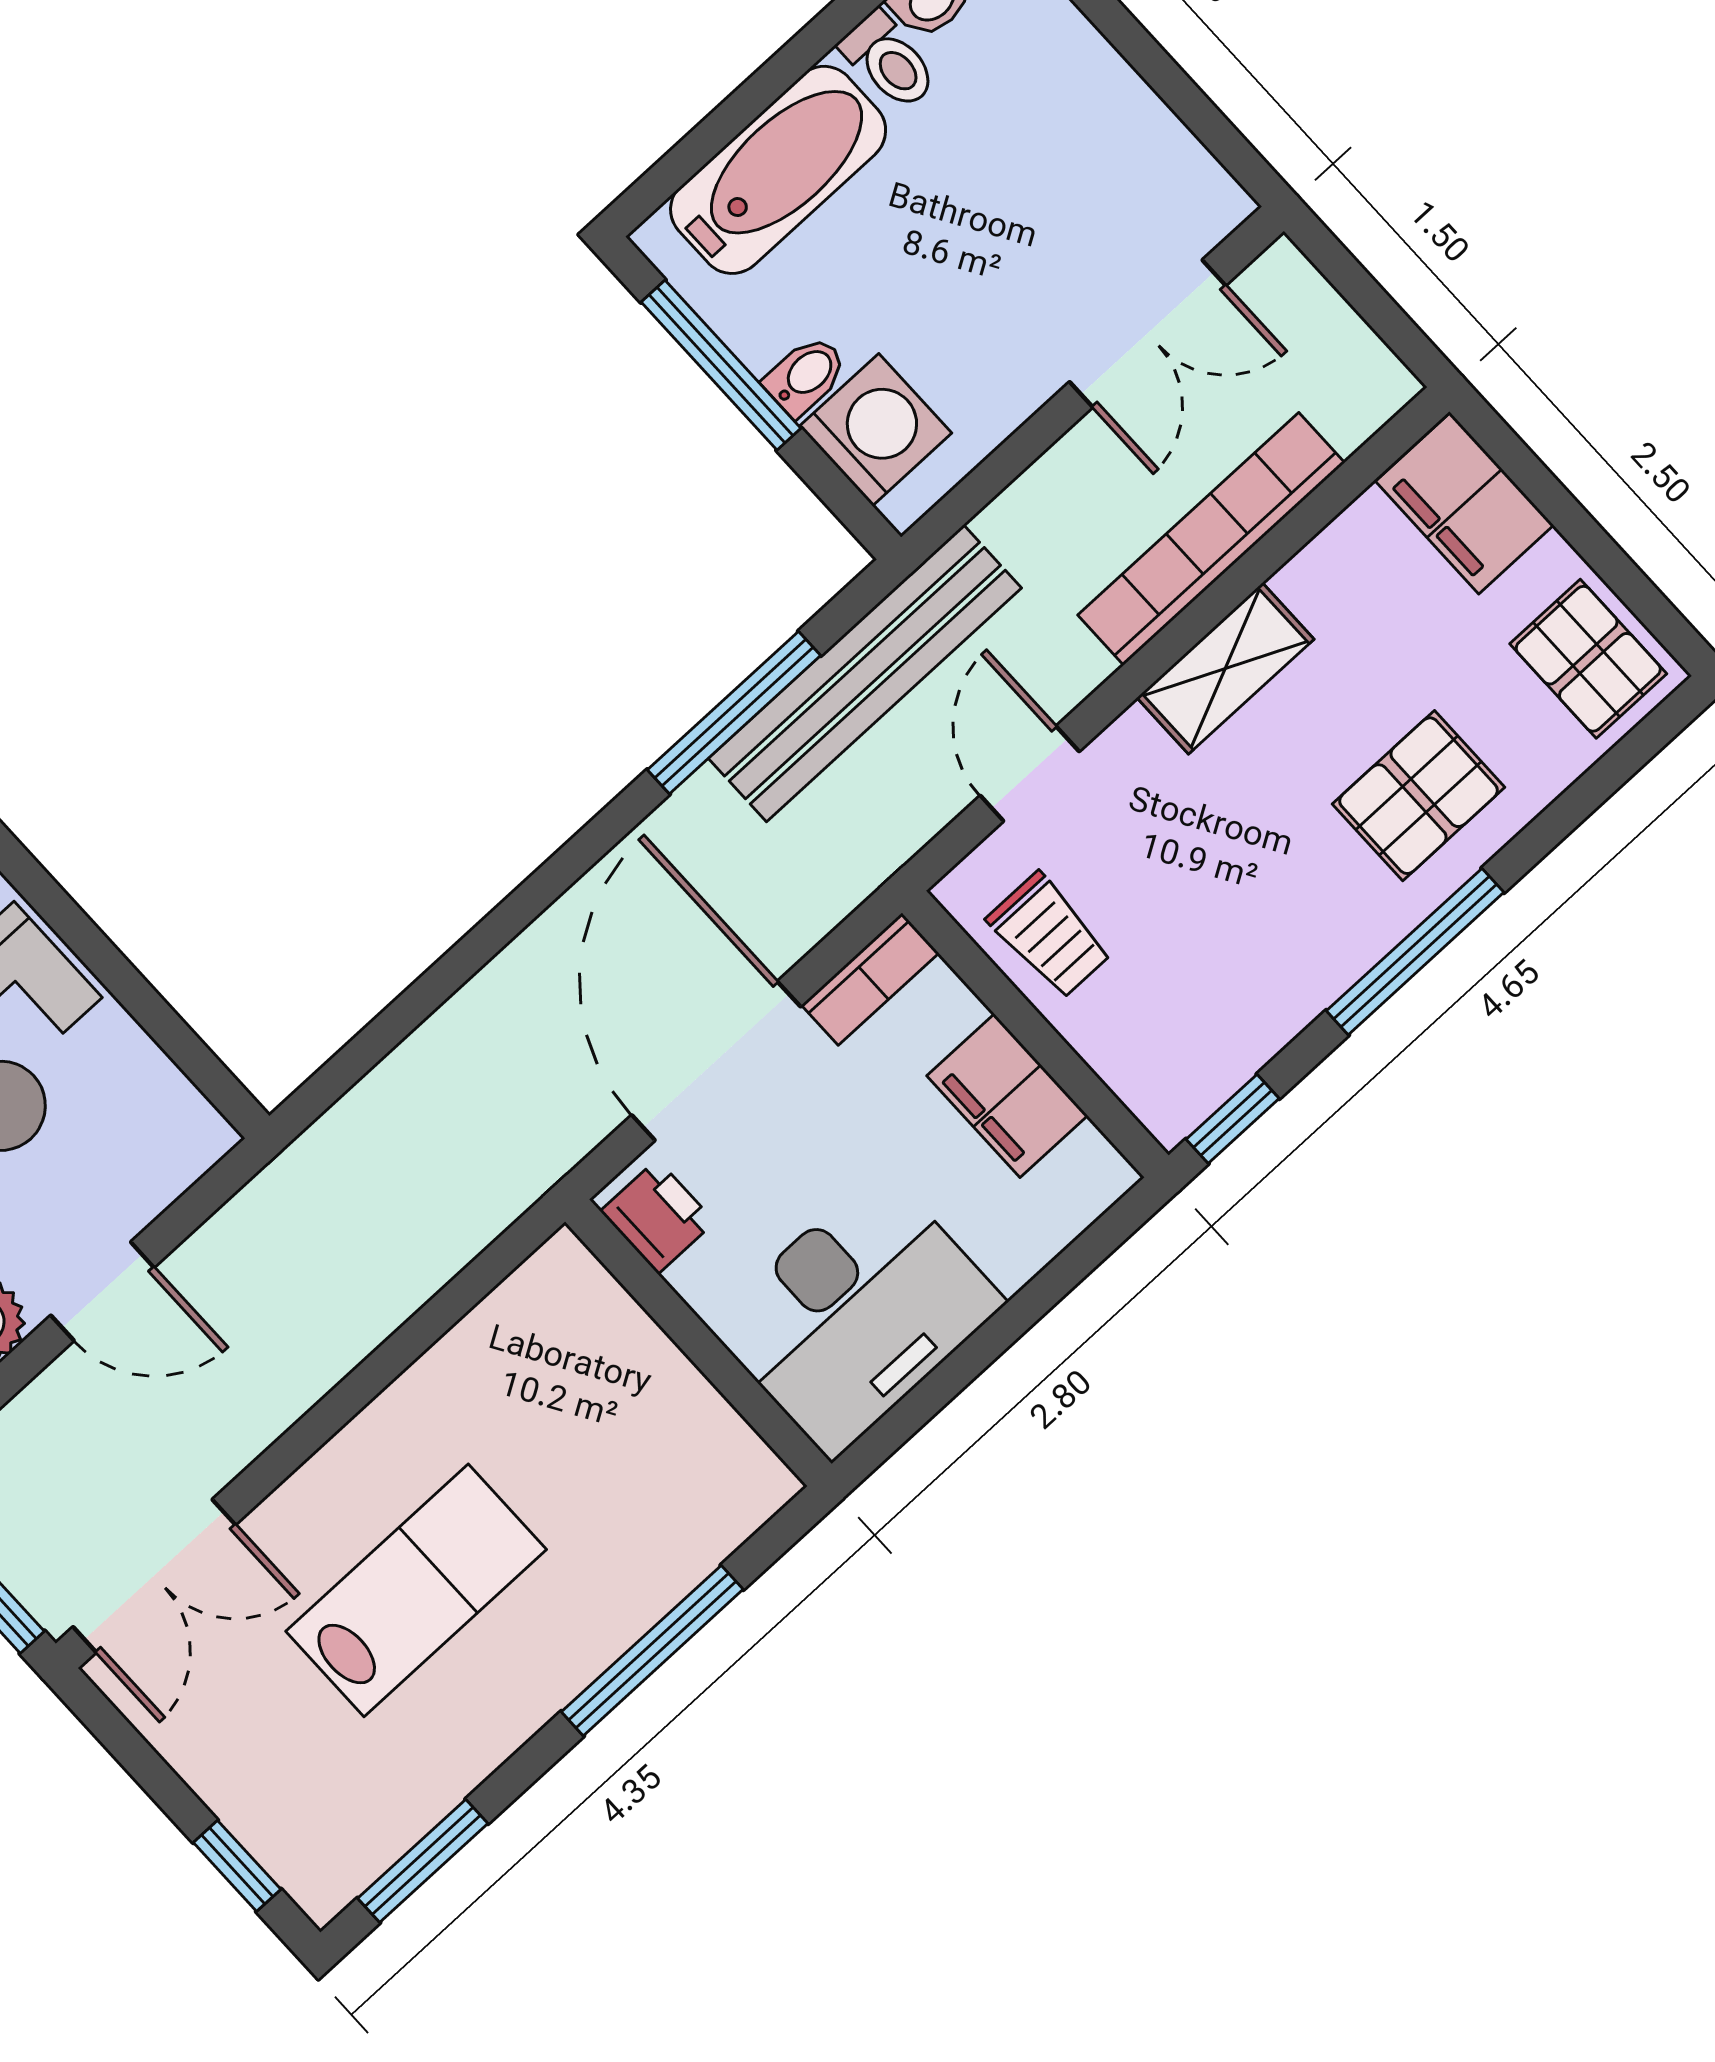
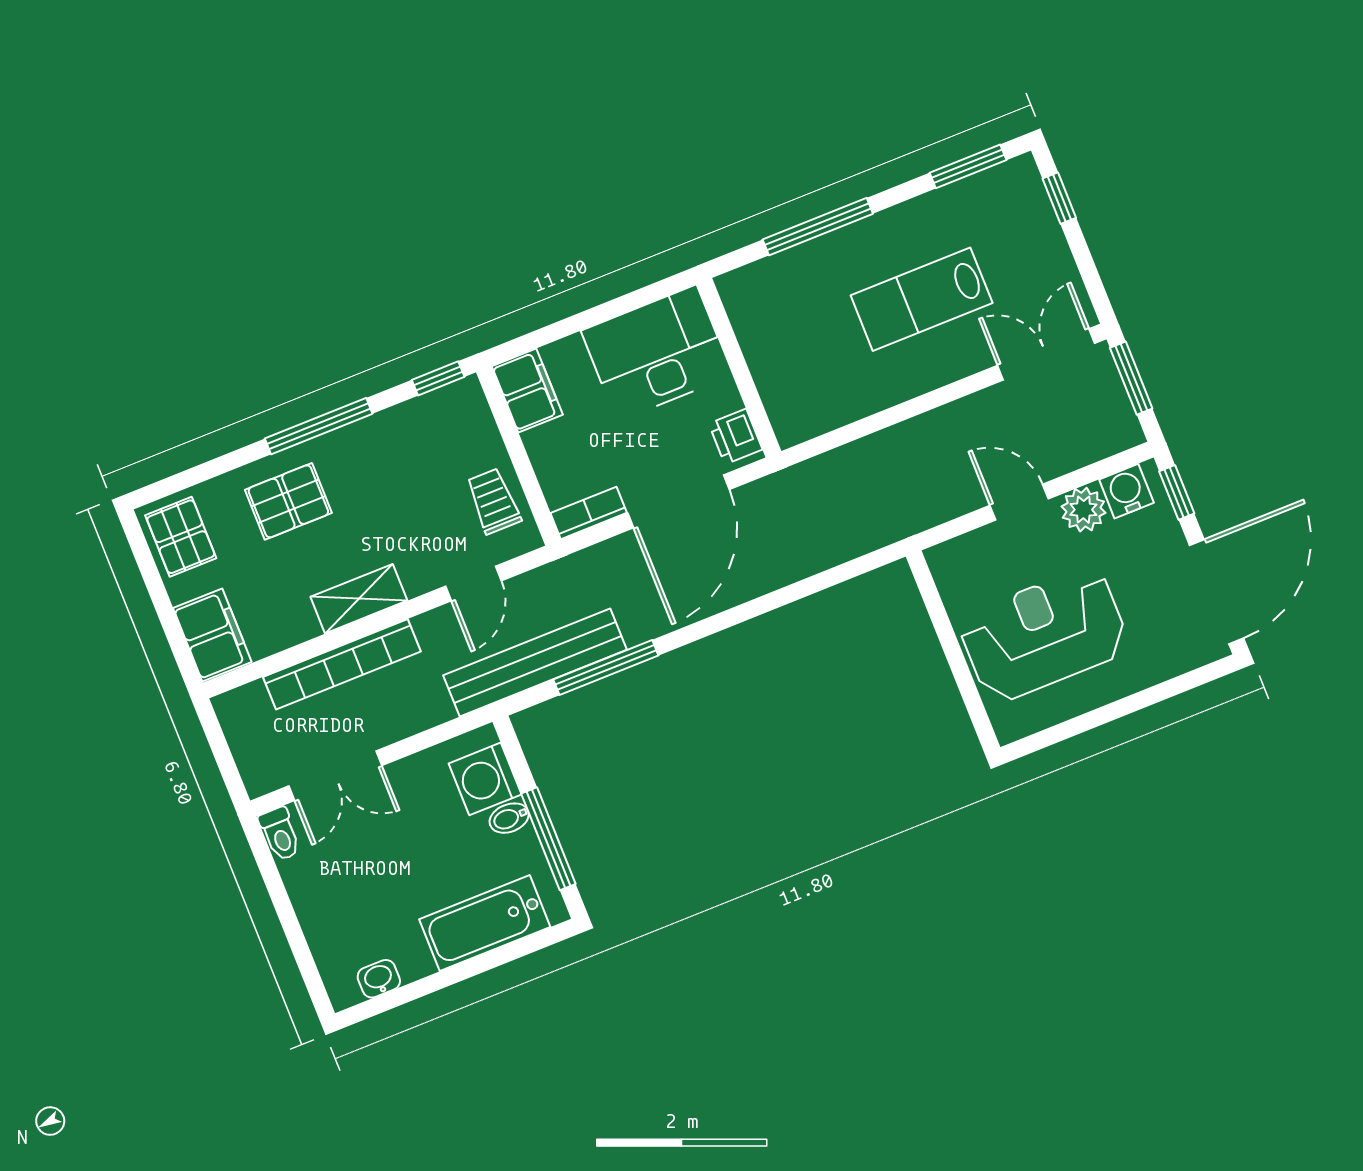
toilet: (889, 61) -> (280, 834), moved, turned 180
double door: (1148, 334) -> (335, 776), swing flipped
filing cabinet: (1007, 1096) -> (527, 391), moved

